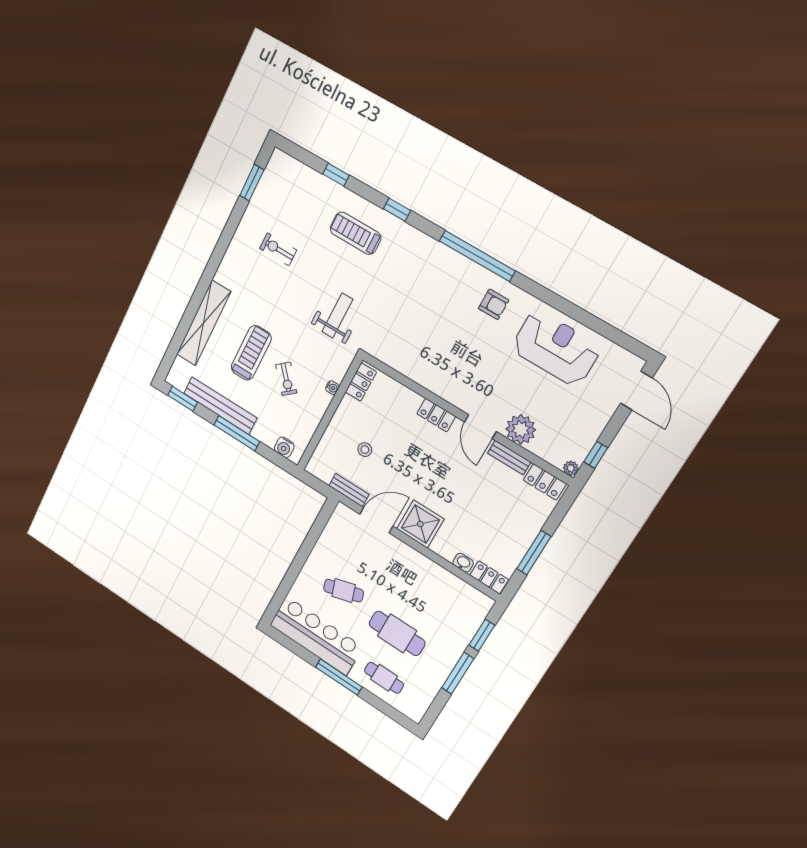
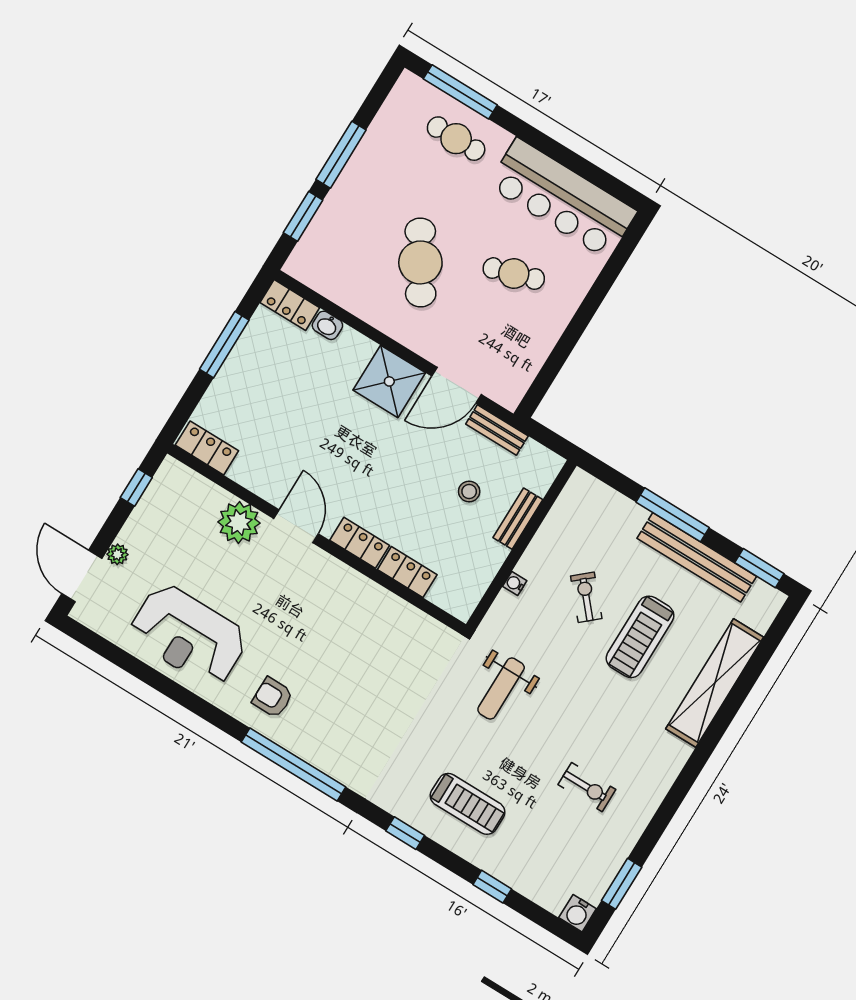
locker: (361, 382) -> (407, 572), moved, turned 90
water cooler: (284, 447) -> (578, 913), moved, turned 180
bench: (509, 458) -> (518, 519), moved, turned 90
plant: (571, 468) -> (117, 554), moved
cafe table: (397, 633) -> (420, 262), moved, turned 58
window: (339, 677) -> (460, 92), moved

